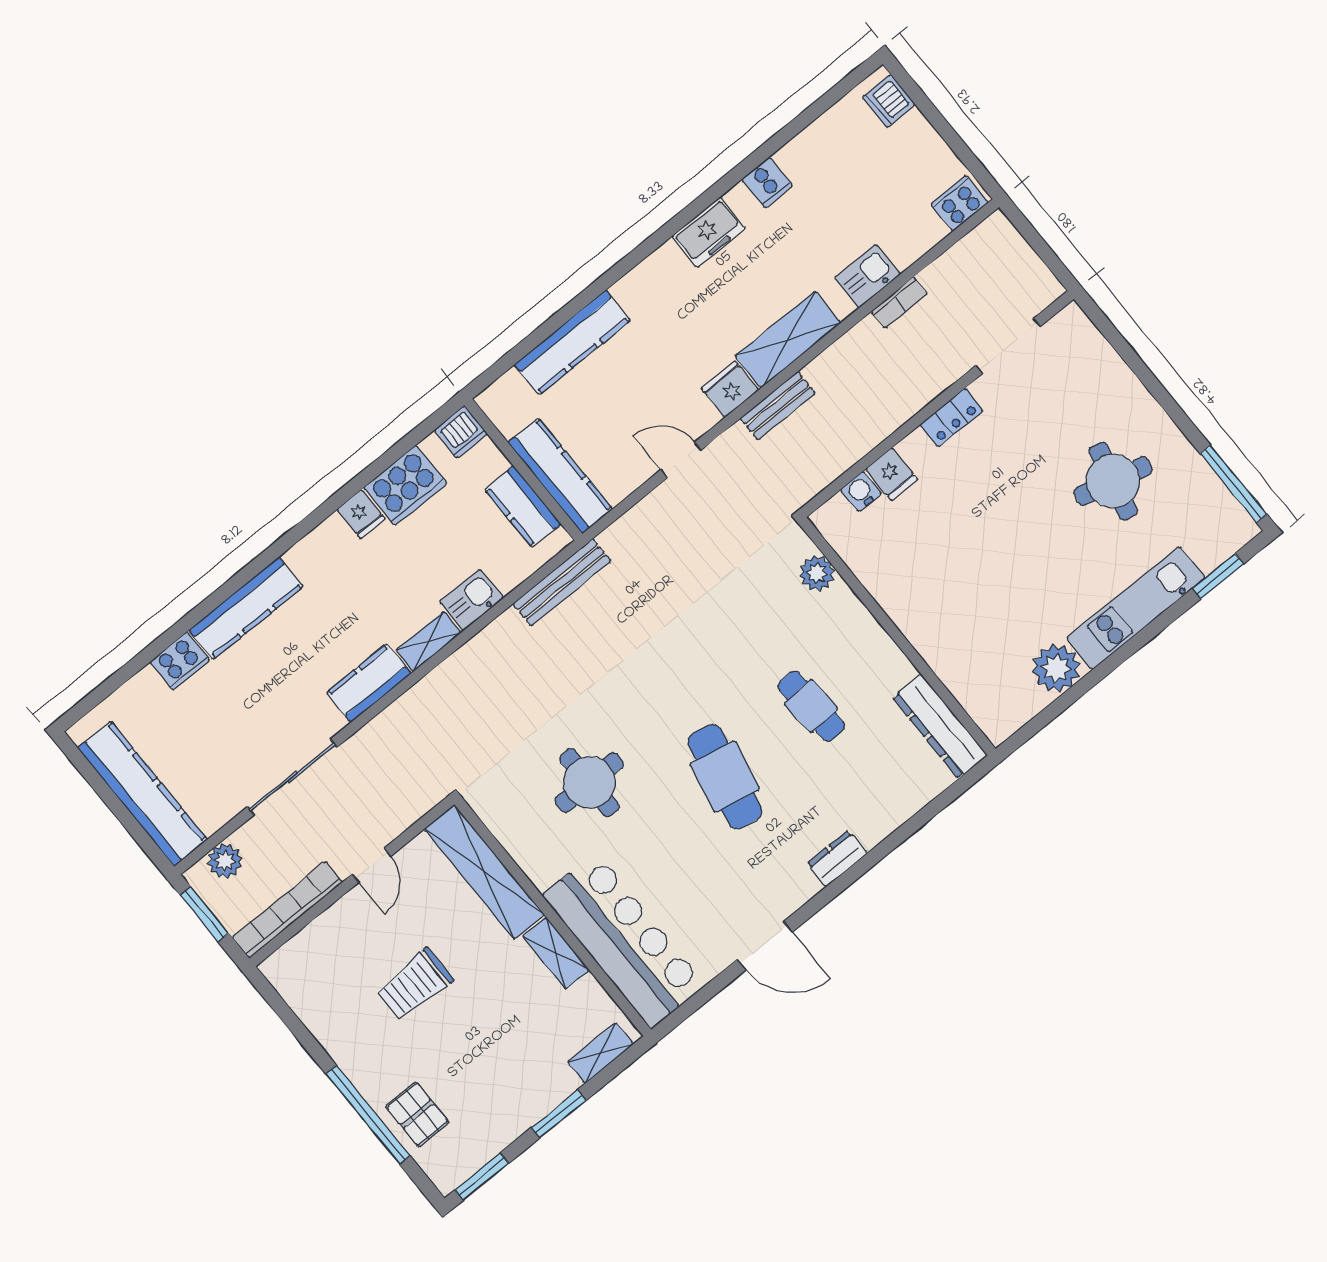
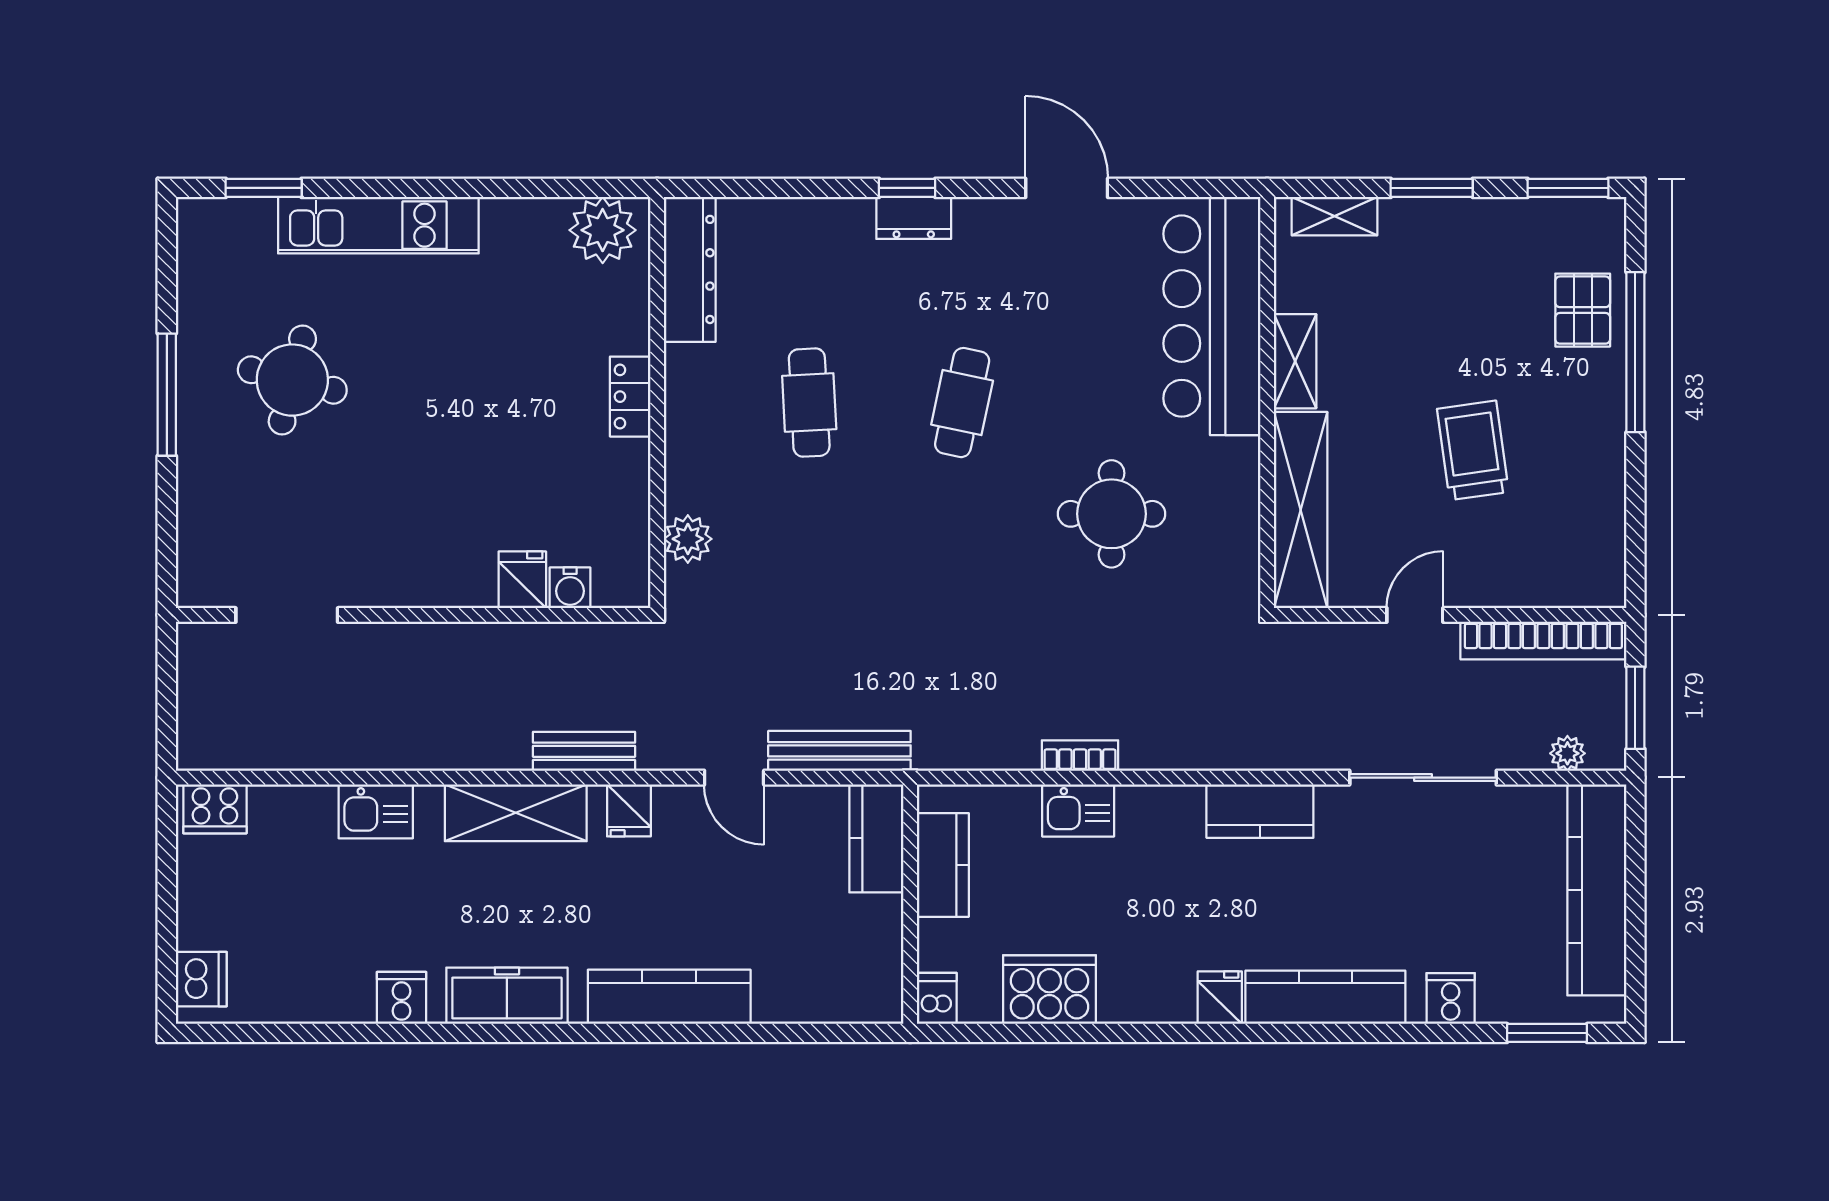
freezer: (709, 232) -> (507, 996), width x1.40
bookcase: (899, 303) -> (1080, 756), moved
kitchen counter: (572, 343) -> (669, 997), moved
fridge: (730, 389) -> (629, 810), width x0.72
locker: (952, 417) -> (630, 397), moved, turned -90
dishwasher: (461, 432) -> (937, 998), width x0.73
kitchen counter: (560, 476) -> (876, 838), width x0.67
window: (1233, 484) -> (167, 395), moved
fridge: (361, 514) -> (1220, 998), moved
bench: (562, 582) -> (839, 751), moved
shelving: (428, 641) -> (1160, 804), removed
cooker: (180, 661) -> (1451, 998), width x0.73
plant: (1056, 668) -> (603, 230), moved
window: (105, 690) -> (1547, 1033), added
cafe table: (725, 777) -> (962, 403), width x0.73, depth x0.74
plant: (225, 861) -> (1567, 753), width x0.73, depth x0.73
window: (855, 872) -> (907, 188), added
trolley: (415, 985) -> (1473, 450), turned -98

